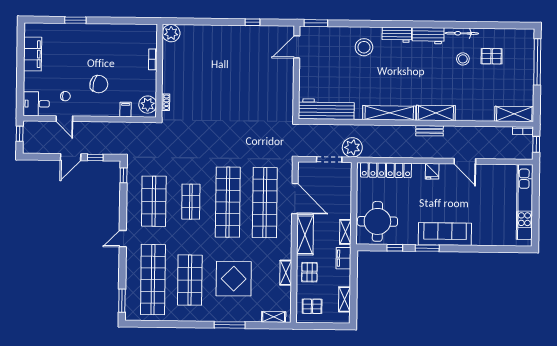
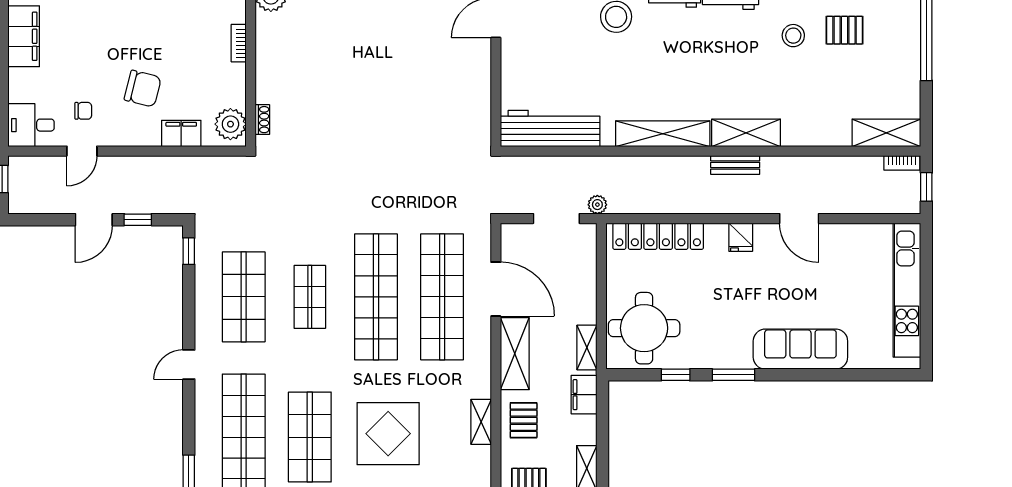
filing cabinet: (126, 110) -> (181, 133), width x2.00
door: (64, 119) -> (82, 151), hinge flipped
plant: (352, 147) -> (597, 205), width x0.53, depth x0.53
sofa: (445, 234) -> (800, 349), moved

